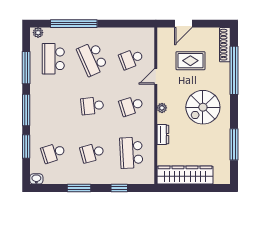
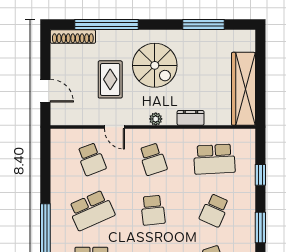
rug: (190, 61) -> (110, 79), moved
school desk: (92, 153) -> (214, 210), turned 39

